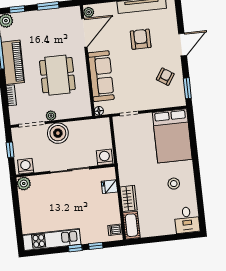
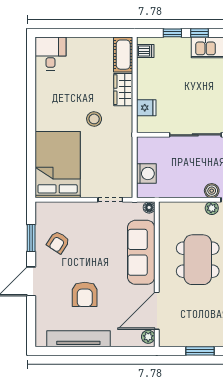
window: (187, 88) -> (31, 238), moved
boiler: (58, 133) -> (212, 191), width x0.54, depth x0.54
washing machine: (105, 157) -> (146, 173), moved, turned -90
stool: (174, 184) -> (94, 119), moved

